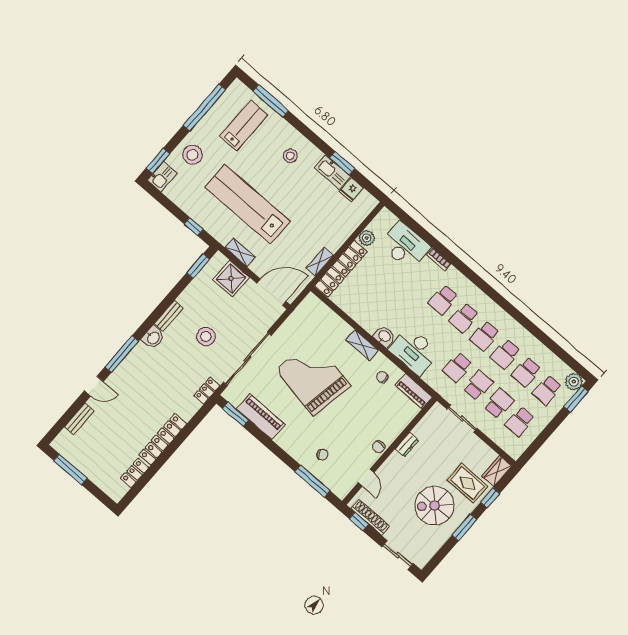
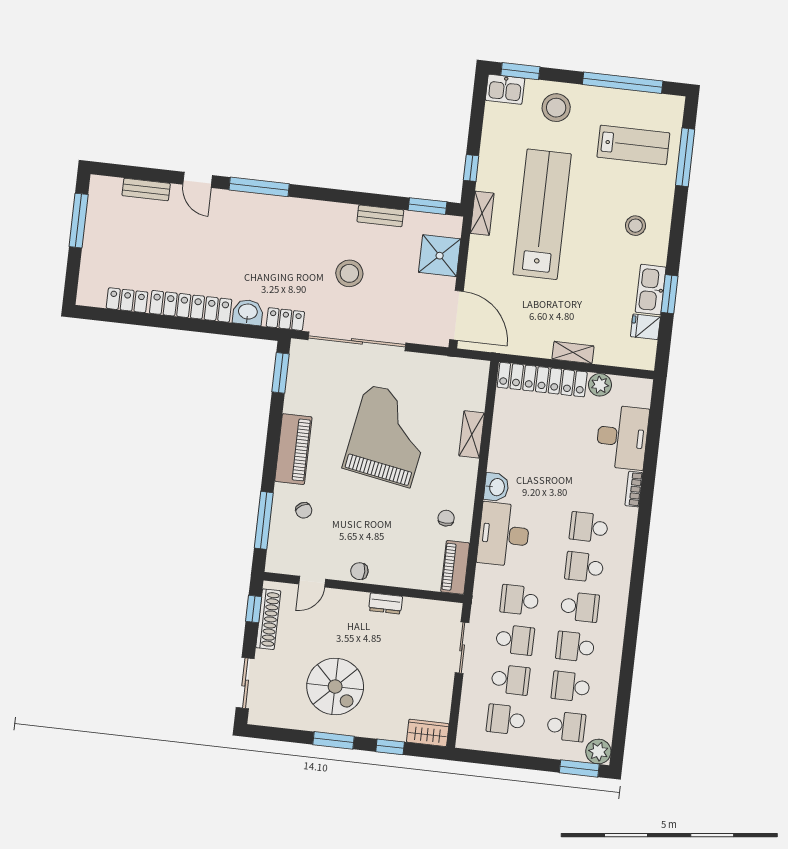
shelving: (240, 252) -> (482, 213), moved
shelving: (319, 262) -> (573, 353), moved
bench: (169, 316) -> (380, 216), moved
school desk: (485, 336) -> (580, 607), turned 180
washbasin: (153, 338) -> (248, 312), moved, turned 180
shelving: (362, 345) -> (472, 434), moved
school desk: (547, 390) -> (566, 726), turned 180
piano: (261, 417) -> (293, 449), moved
rug: (467, 483) -> (389, 708), removed
spiral stairs: (434, 505) -> (335, 687), turned 180

